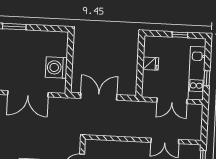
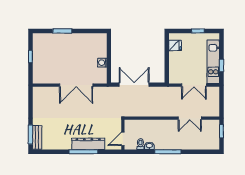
fridge: (151, 64) -> (175, 45), moved
washing machine: (56, 68) -> (102, 63), width x0.53, depth x0.53

